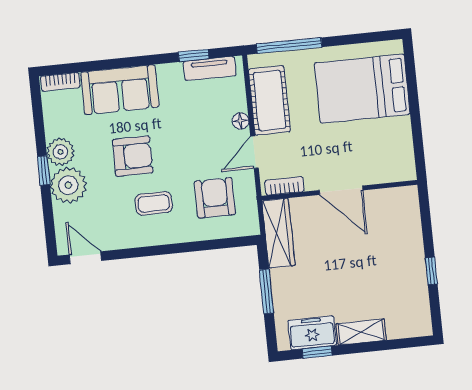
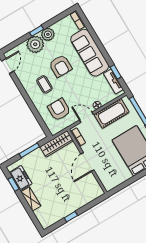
sofa: (120, 90) -> (90, 53), width x1.36
armchair: (215, 198) -> (59, 110), turned -90

